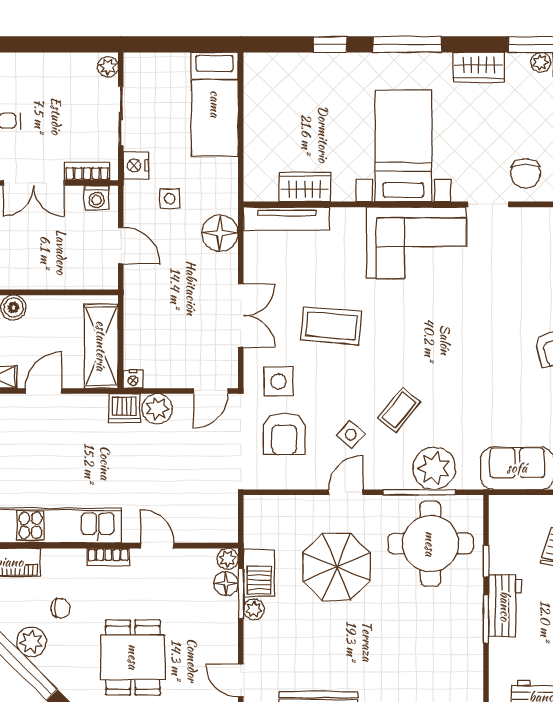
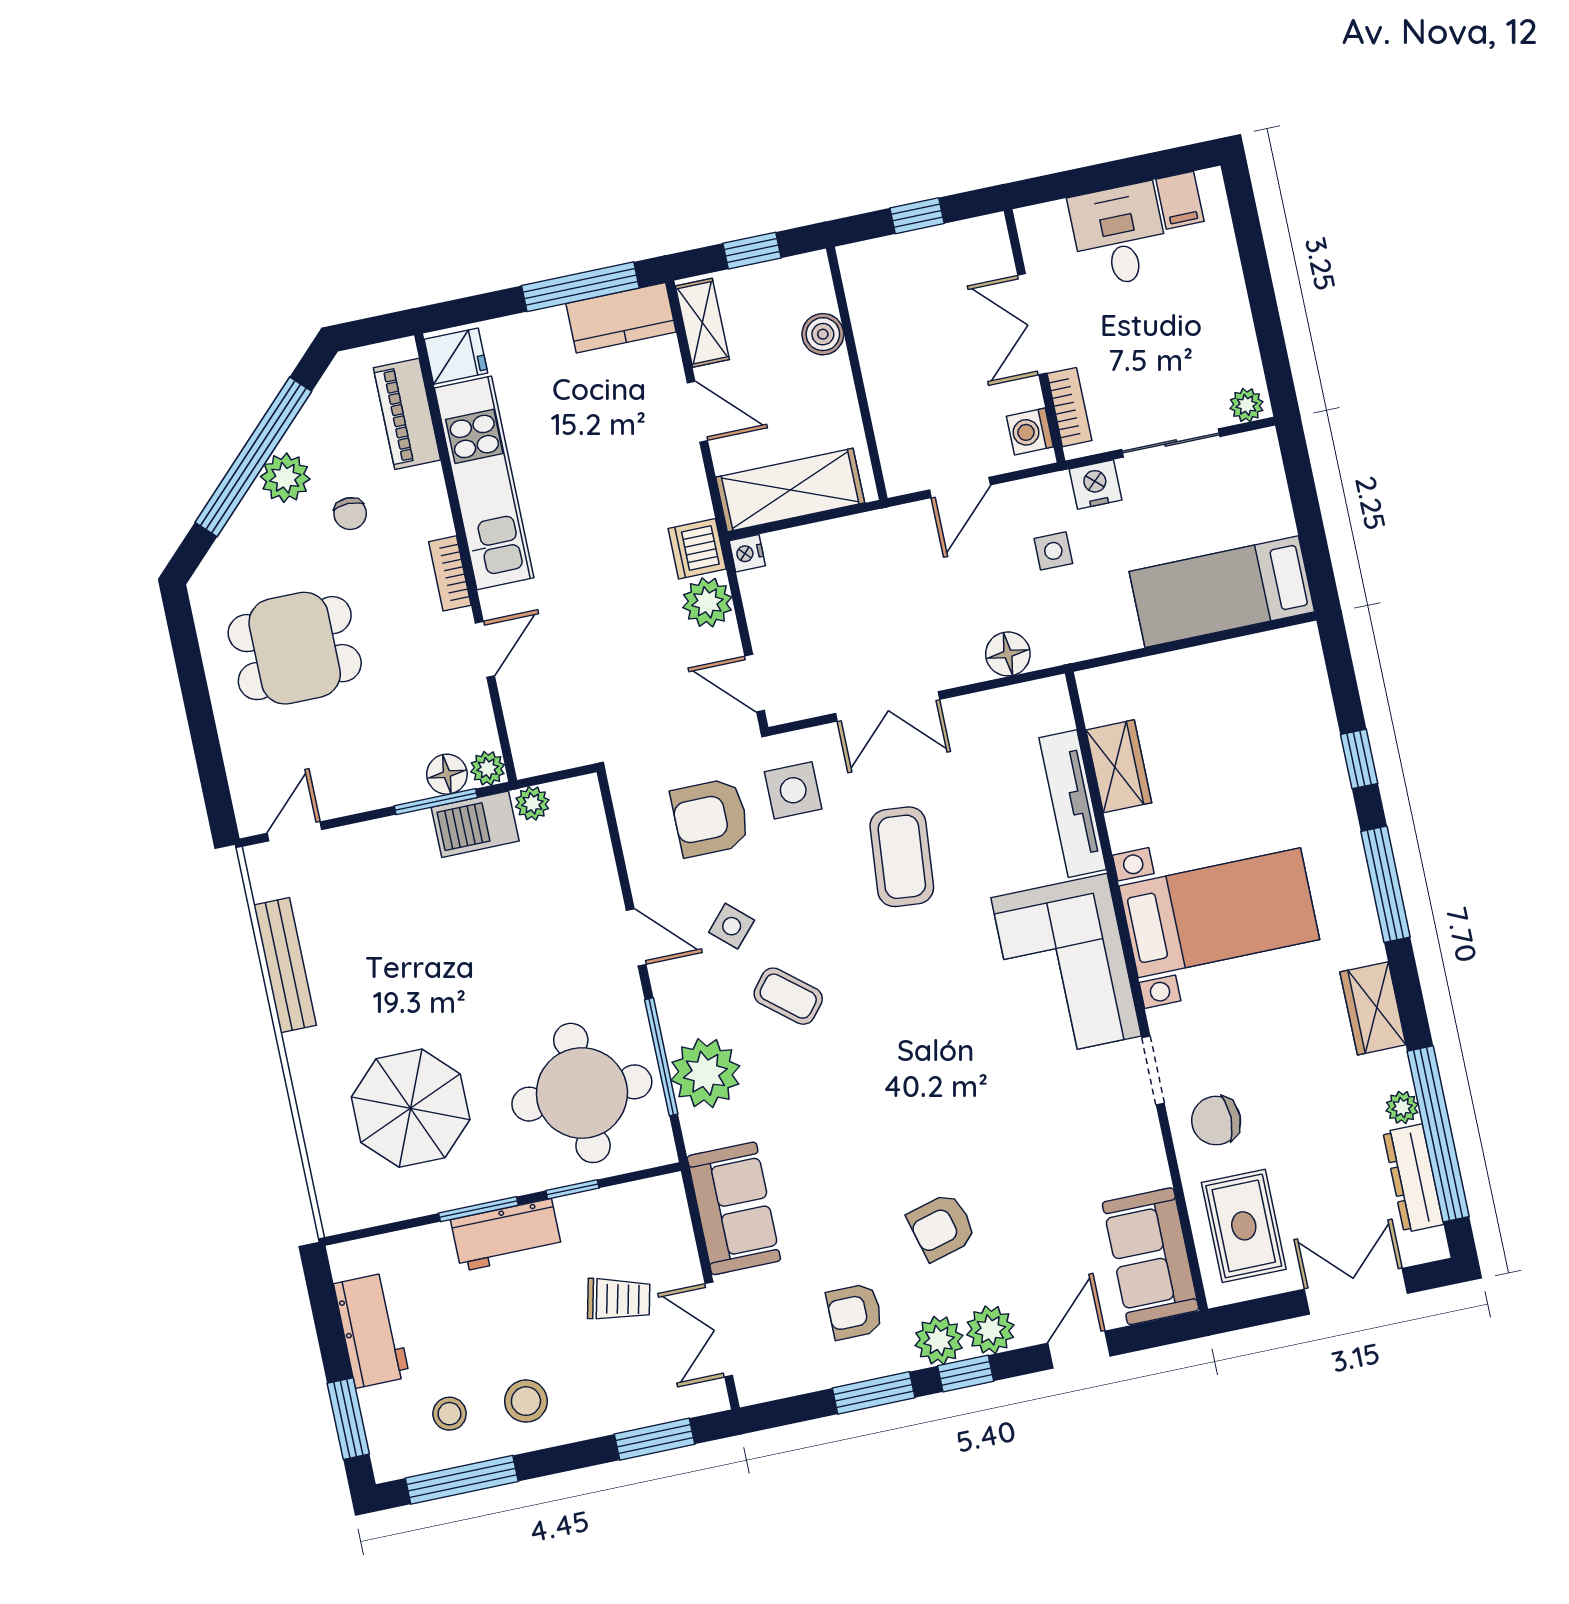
tv unit: (286, 219) -> (1073, 804), moved
floor lamp: (220, 233) -> (1008, 654), width x0.73, depth x0.73
parasol: (337, 567) -> (411, 1108), moved
plant: (254, 609) -> (532, 803), moved

